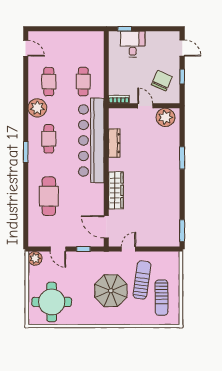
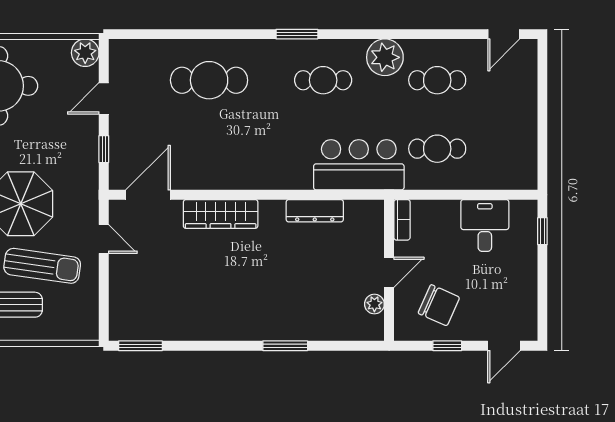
desk: (133, 44) -> (485, 225), moved, turned -90
plant: (166, 117) -> (374, 304), width x0.53, depth x0.53
bar counter: (91, 140) -> (359, 165), width x0.54

